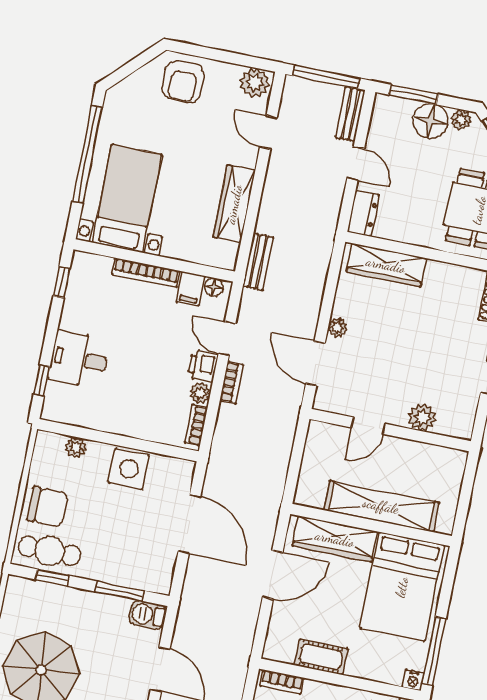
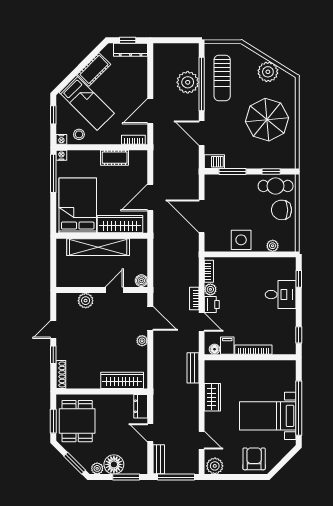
bed with nightstands: (127, 199) -> (268, 416), moved, turned 90
wardrobe: (234, 204) -> (212, 397), width x0.67
boiler: (317, 433) -> (141, 281), added

